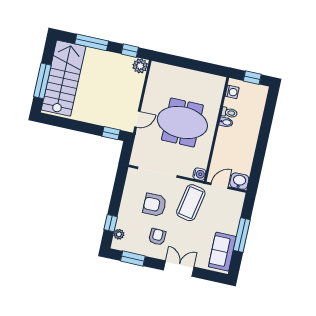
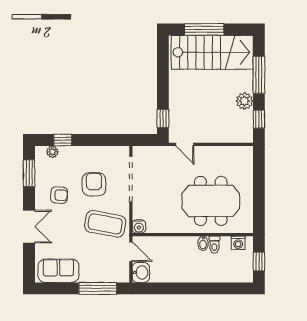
plant: (140, 66) -> (245, 101), moved
meeting table: (182, 122) -> (211, 201), moved, turned 90
window: (242, 235) -> (98, 288), moved

